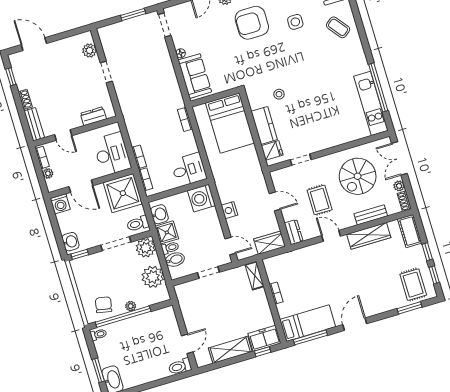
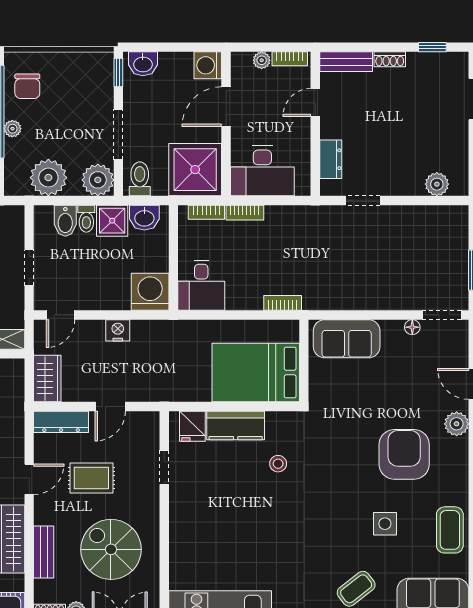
floor lamp: (181, 53) -> (412, 327), moved
doorway: (106, 72) -> (363, 200), moved
dresser: (294, 232) -> (61, 422), width x1.44
chair: (104, 305) -> (27, 86), turned 79

